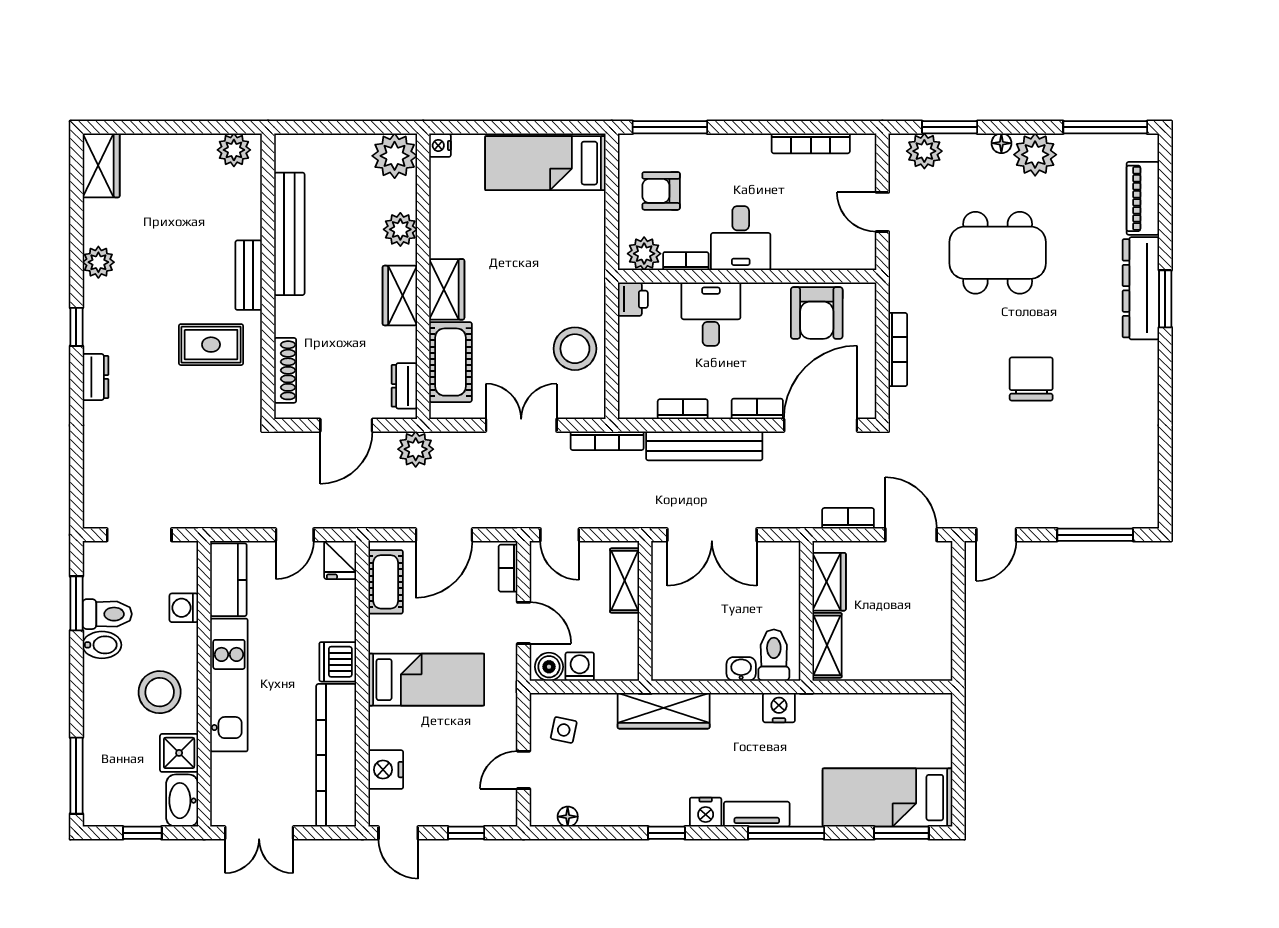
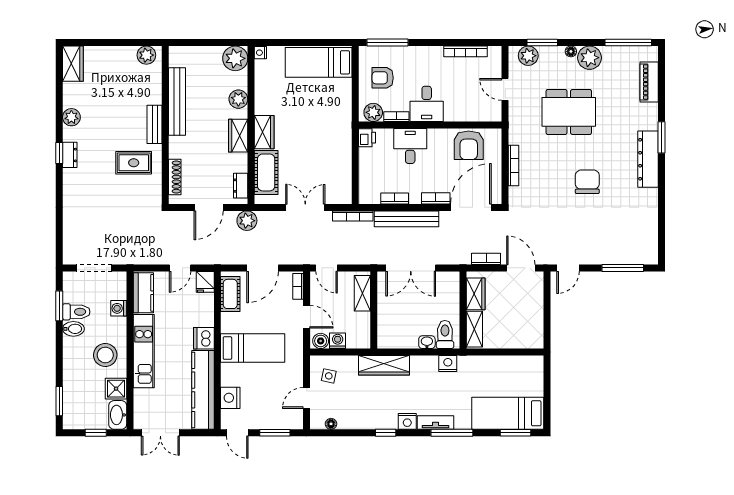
dresser: (1141, 288) -> (648, 159), moved
stool: (575, 349) -> (335, 165), removed
dresser: (95, 377) -> (70, 155), moved
window: (76, 776) -> (59, 401), width x0.69
window: (466, 833) -> (275, 433), width x1.50

